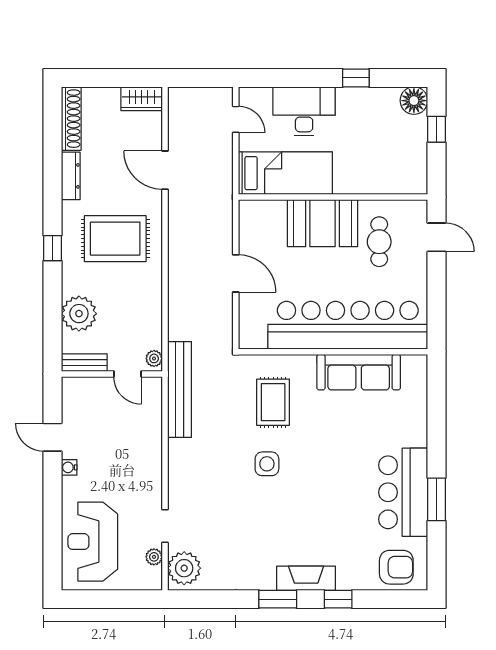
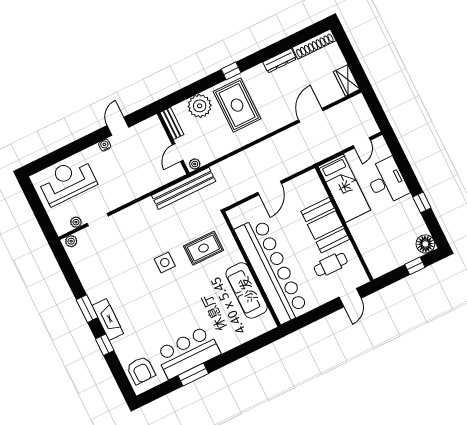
rug: (115, 239) -> (237, 105), moved
plant: (184, 568) -> (71, 241), width x0.53, depth x0.53

